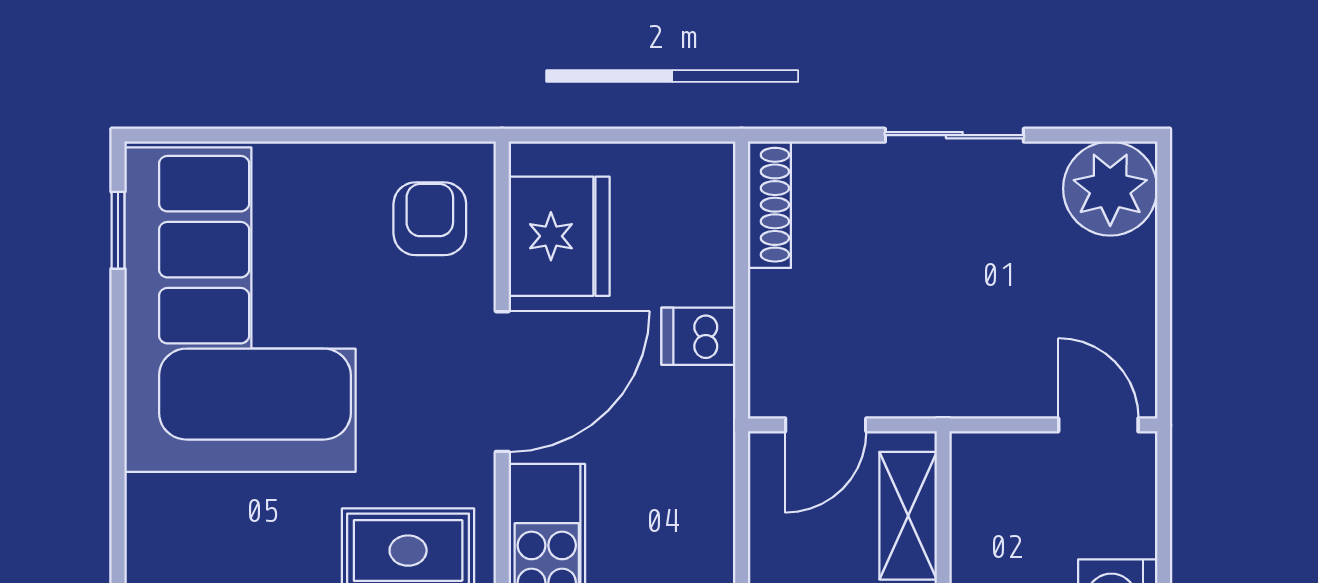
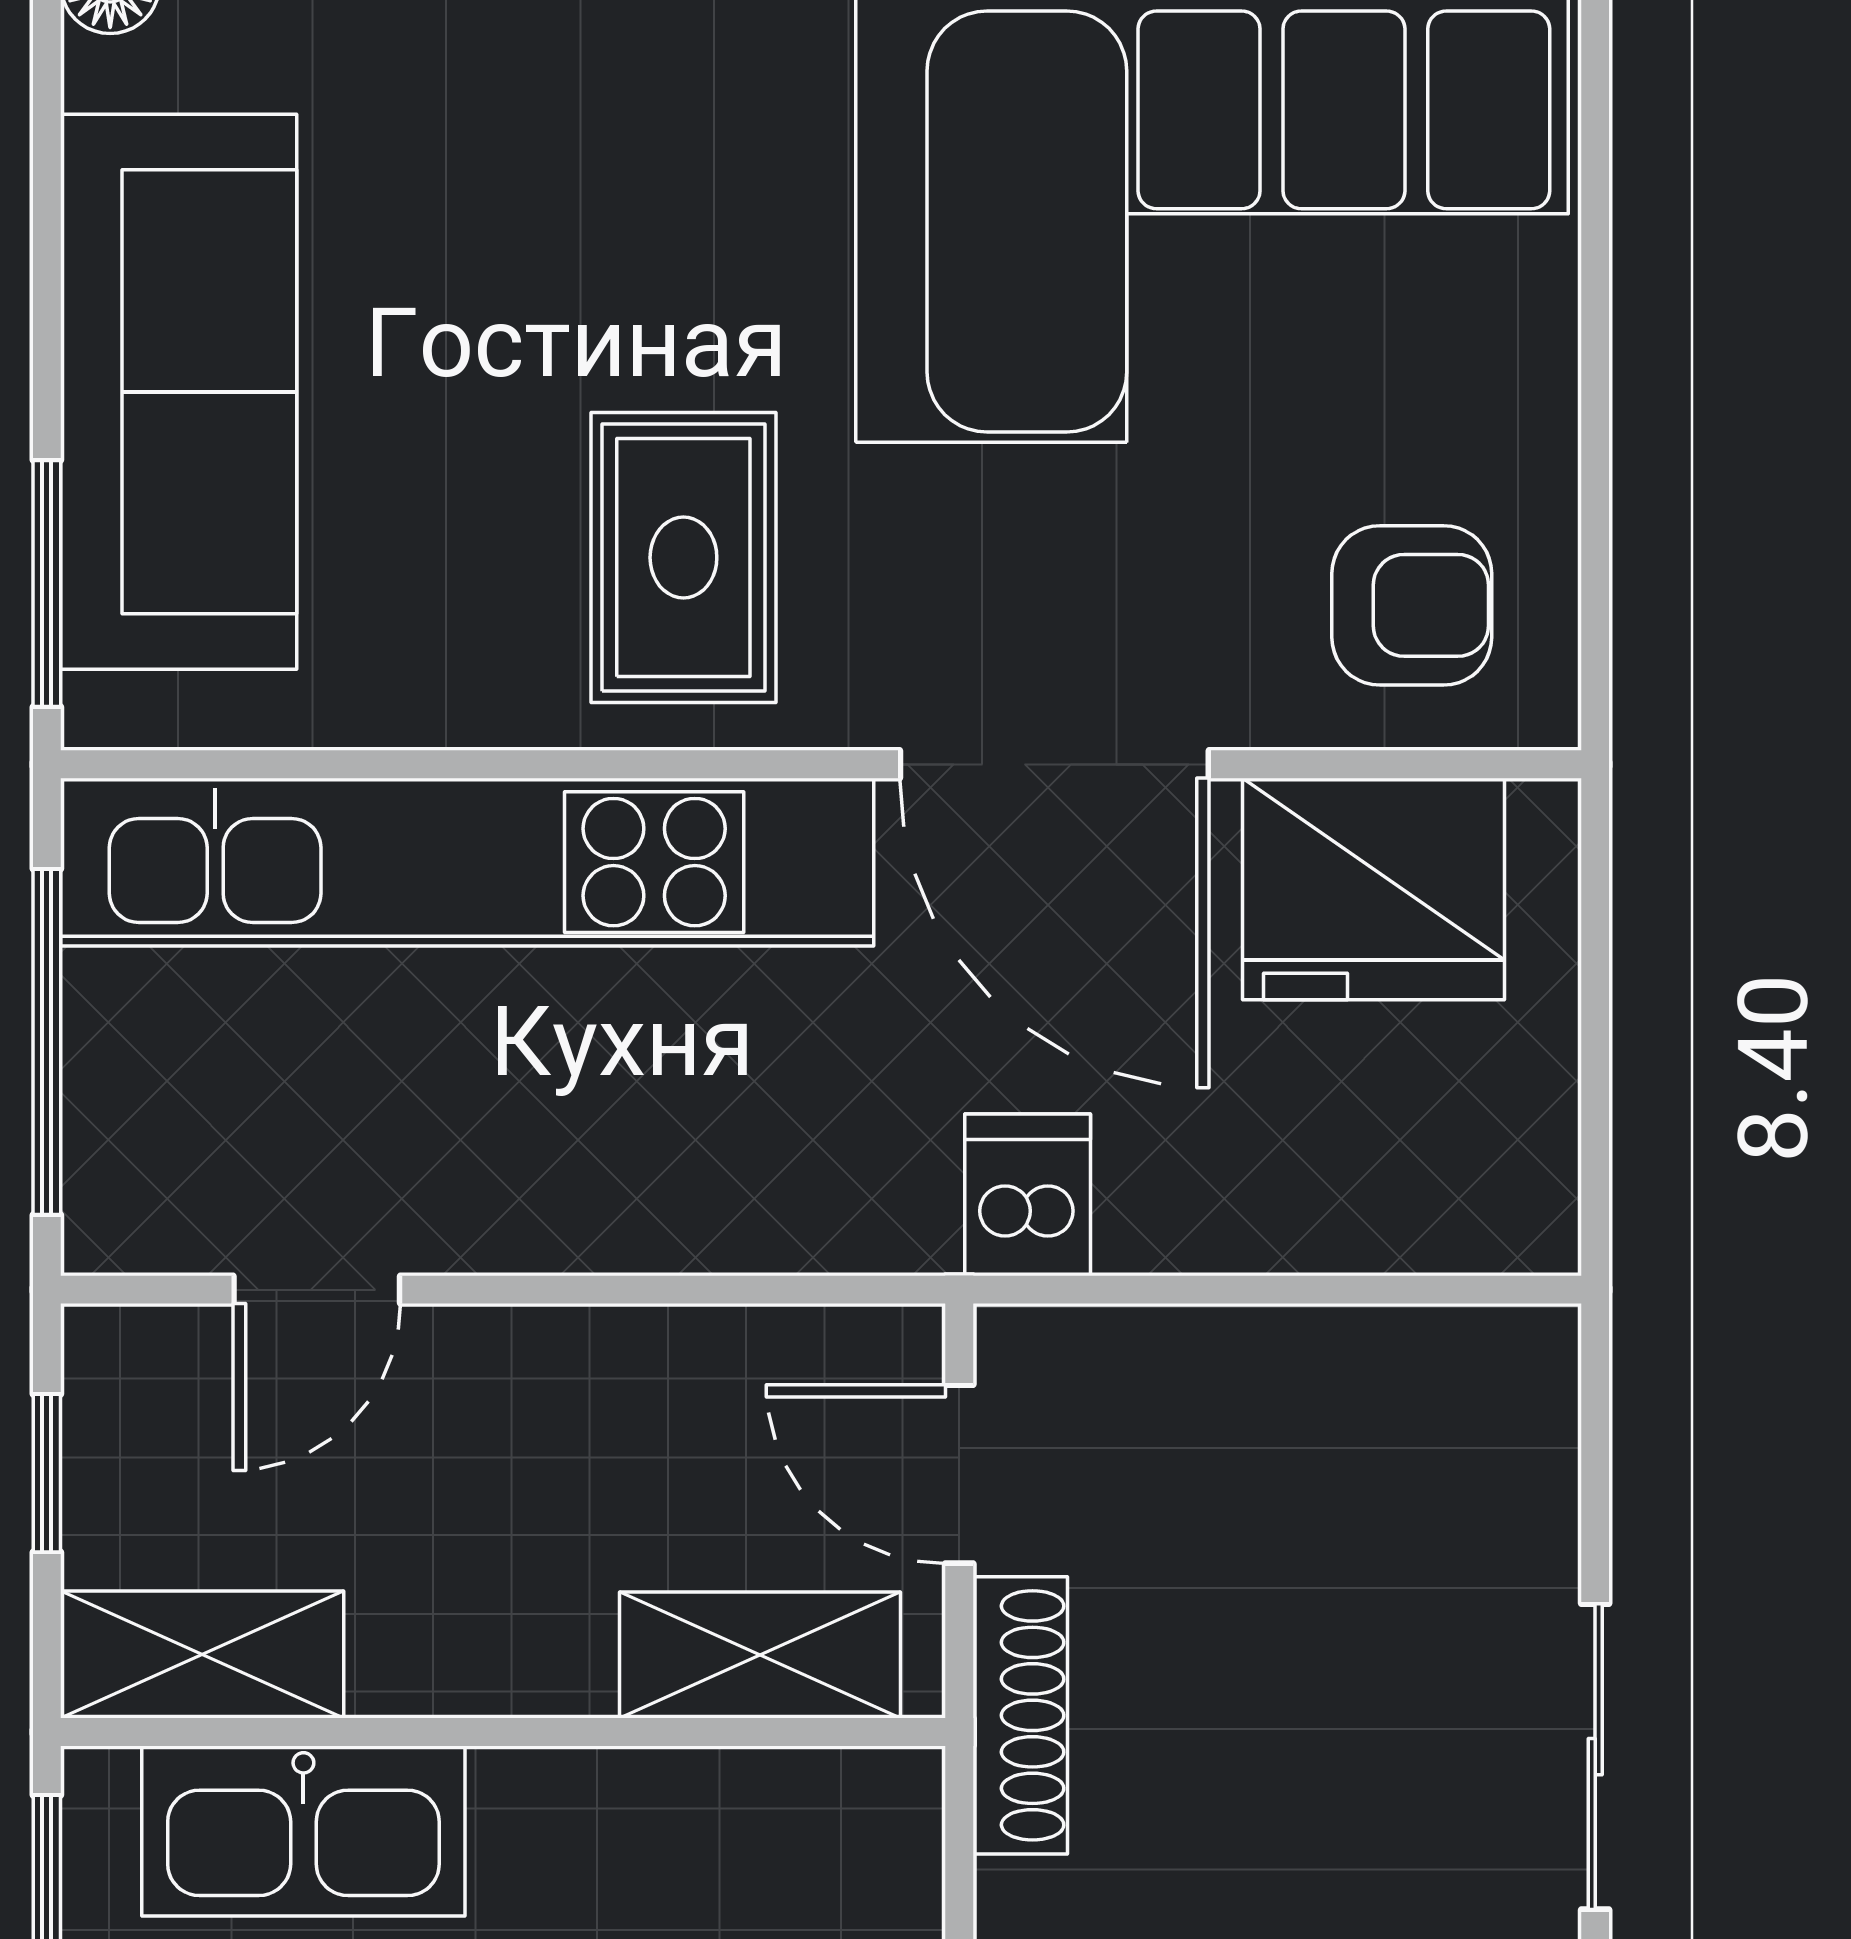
shoe rack: (769, 205) -> (1020, 1715), moved, turned -90
dishwasher: (698, 336) -> (1028, 1195), moved

